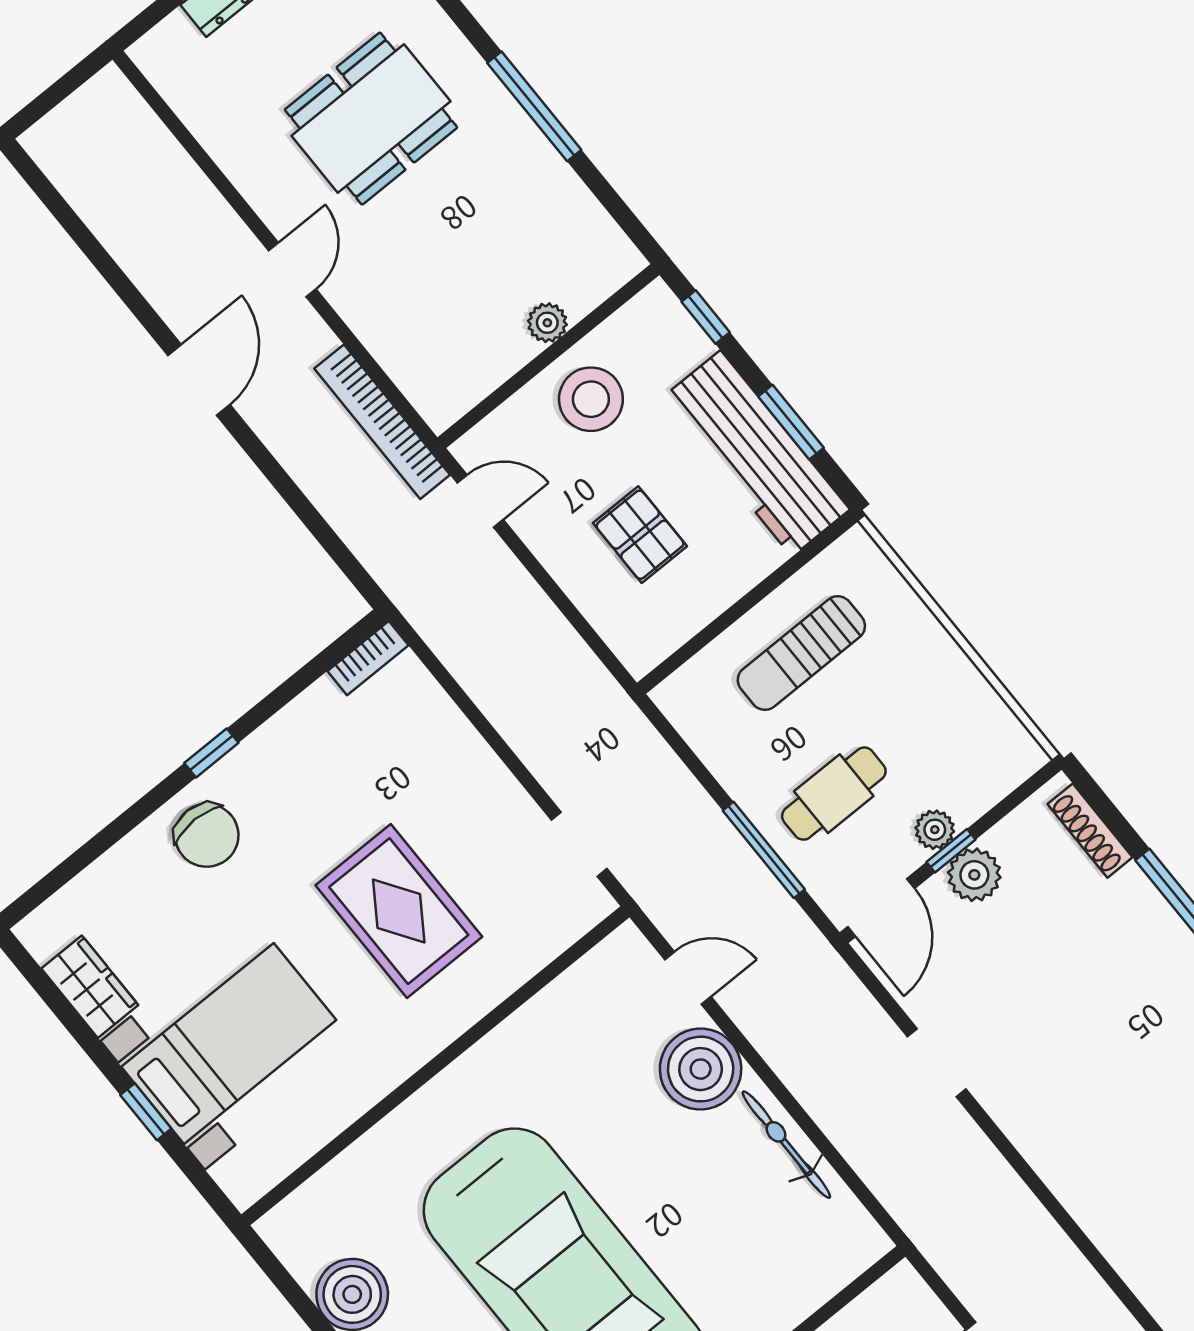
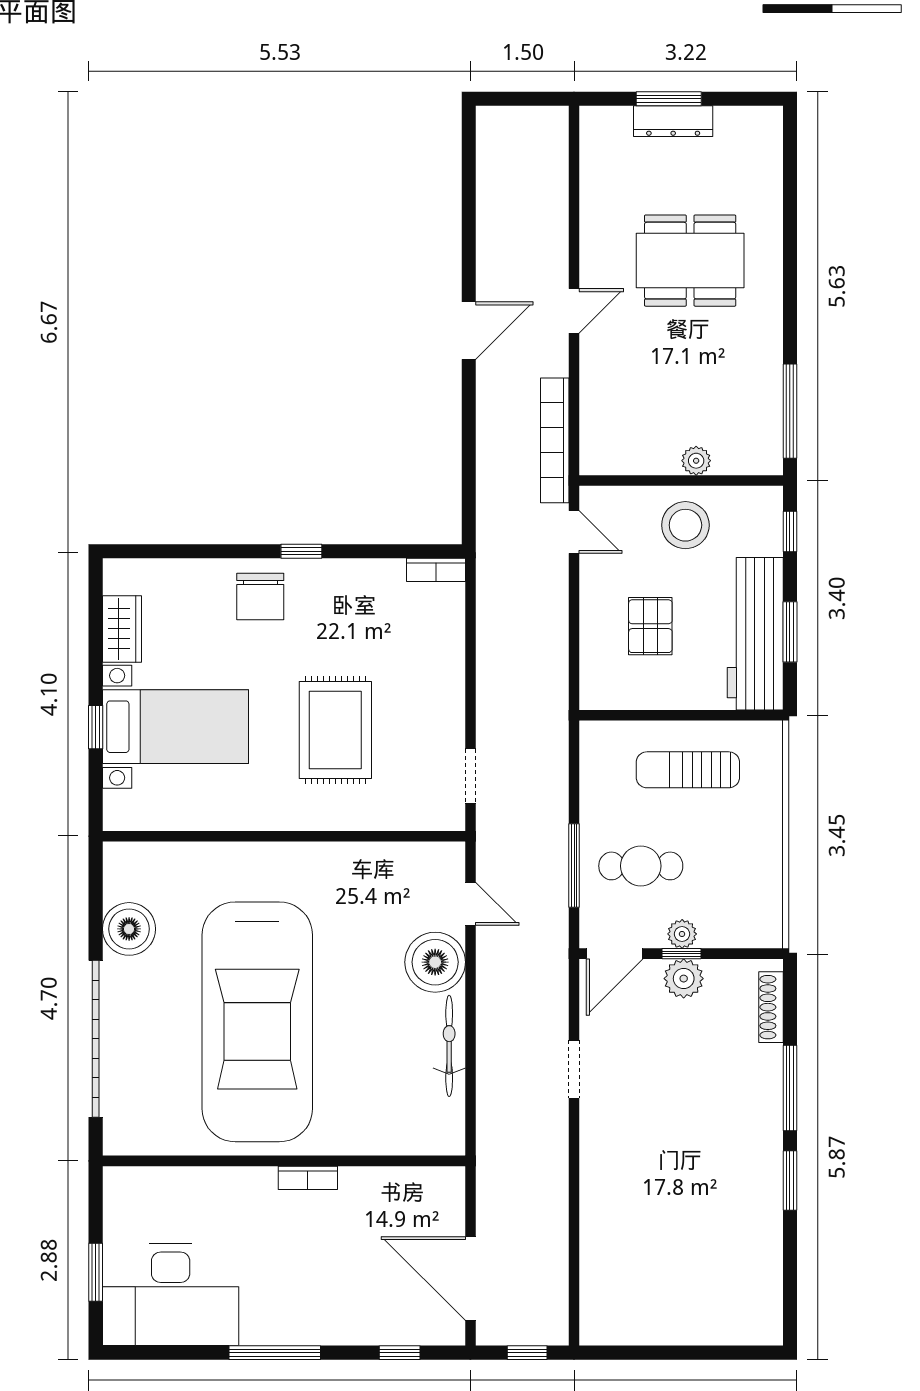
window: (534, 106) -> (790, 411), moved

